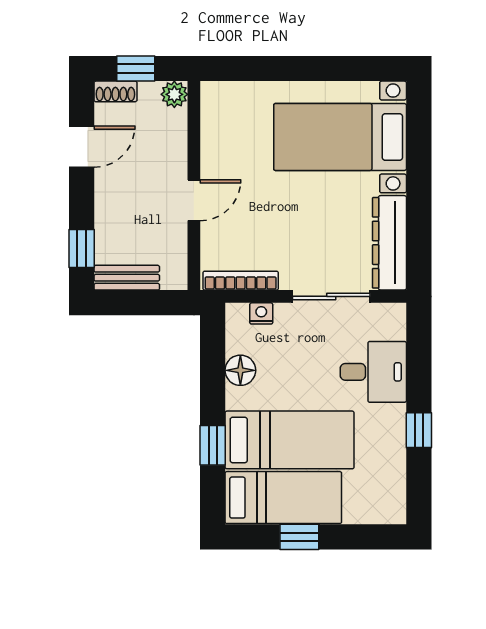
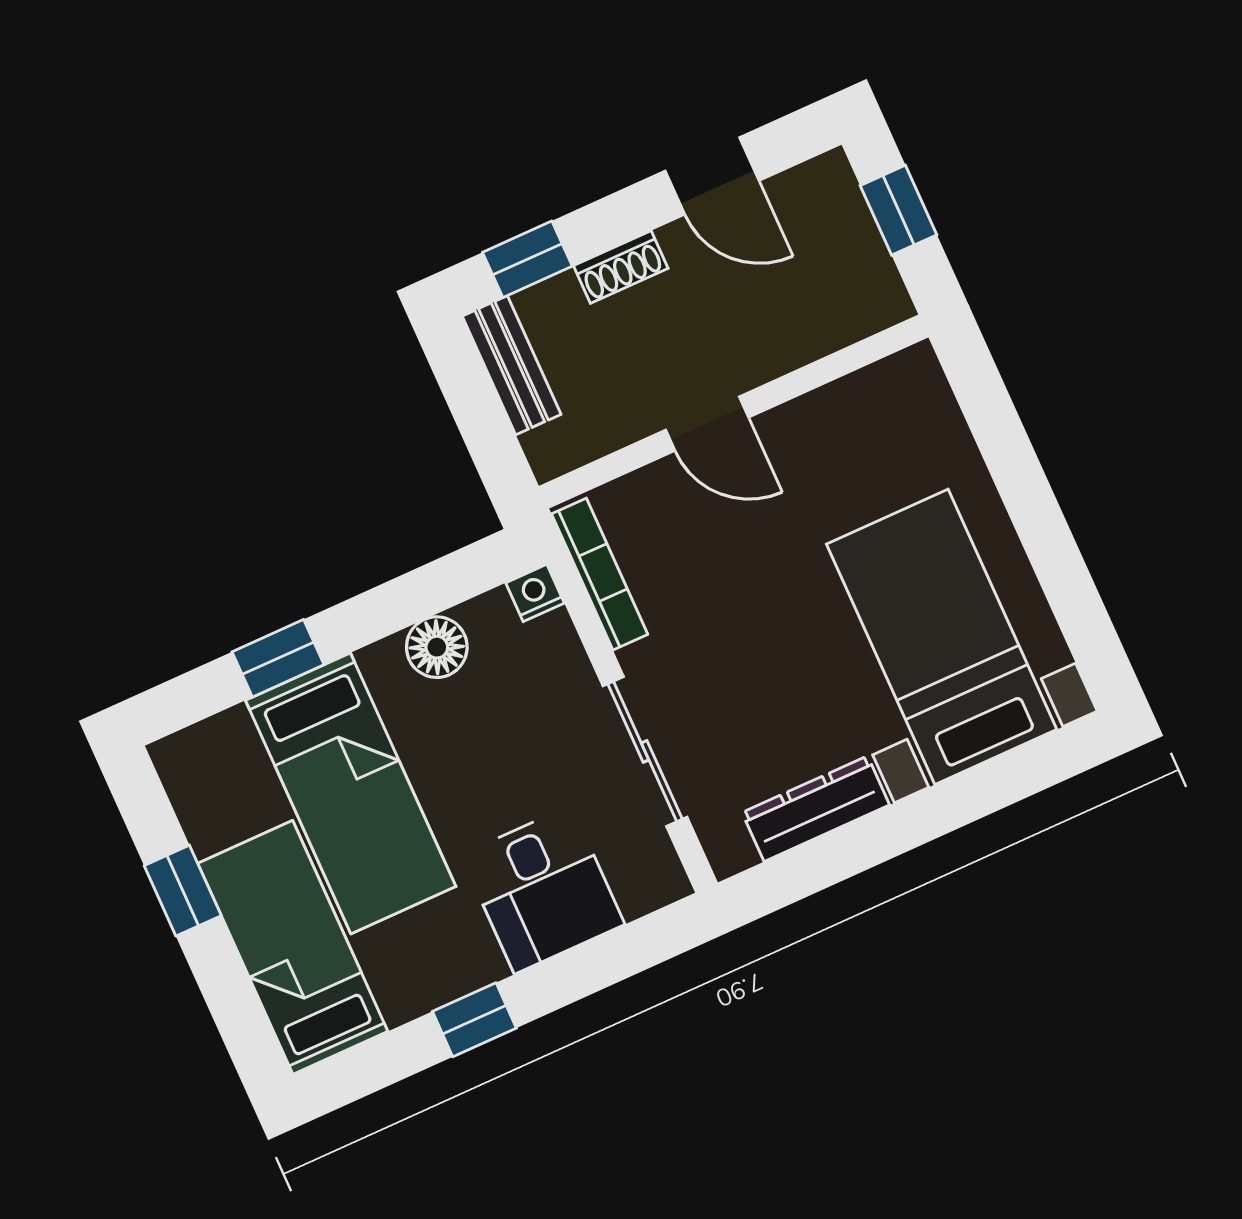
shoe rack: (115, 91) -> (621, 267), moved, turned -90
plant: (174, 94) -> (883, 301), removed
dresser: (389, 243) -> (816, 809), width x0.73, depth x0.80
nightstand: (261, 313) -> (535, 593), moved, turned -90
bed: (283, 498) -> (293, 947), moved, turned 180

